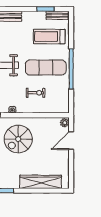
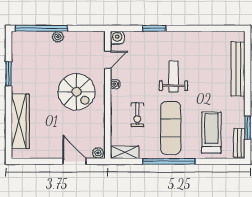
shelving: (64, 102) -> (125, 152), added
spiral stairs: (18, 139) -> (76, 92), turned 180

